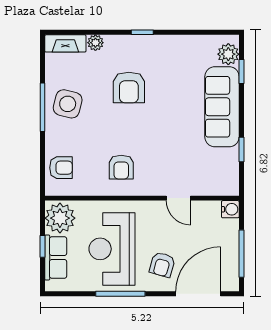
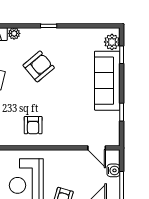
armchair: (129, 87) -> (39, 66), turned -130
door: (178, 198) -> (97, 148), moved
water cooler: (230, 209) -> (113, 170), moved

